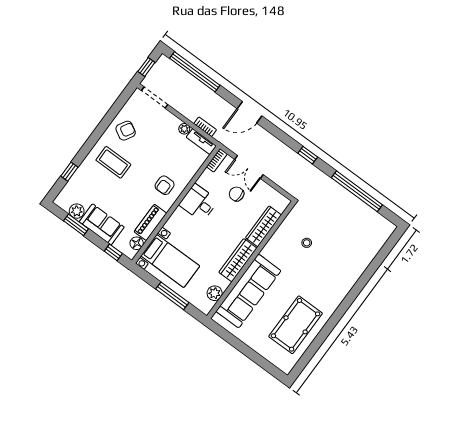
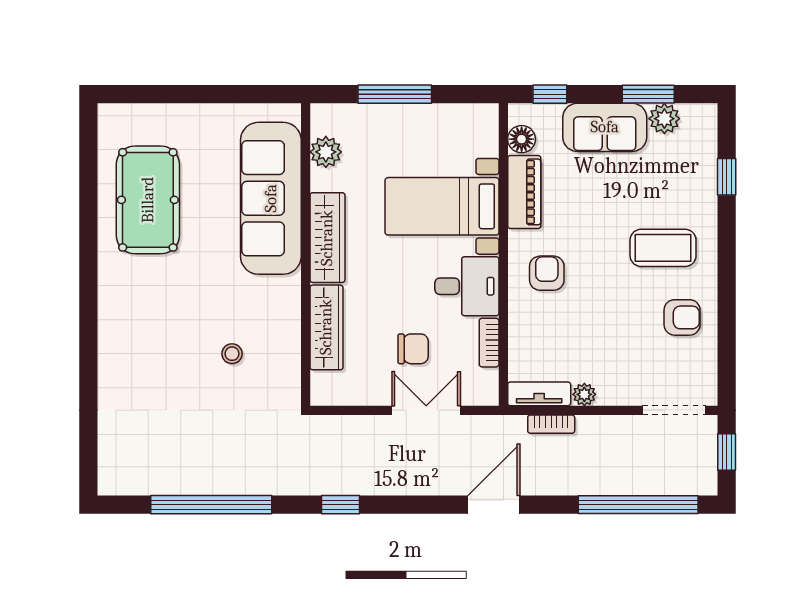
armchair: (126, 131) -> (682, 317), turned -119
bookcase: (217, 160) -> (489, 343), moved
bed with nightstands: (170, 261) -> (442, 206), moved

